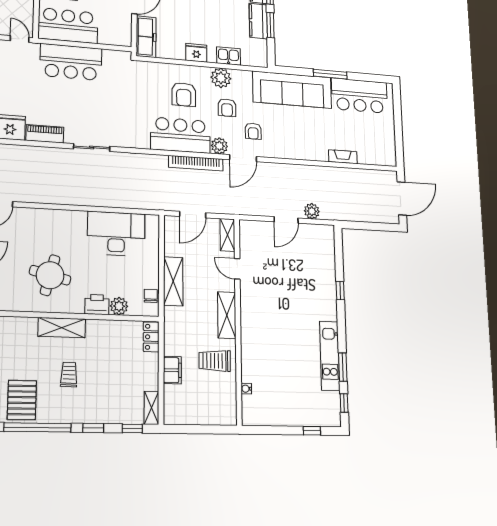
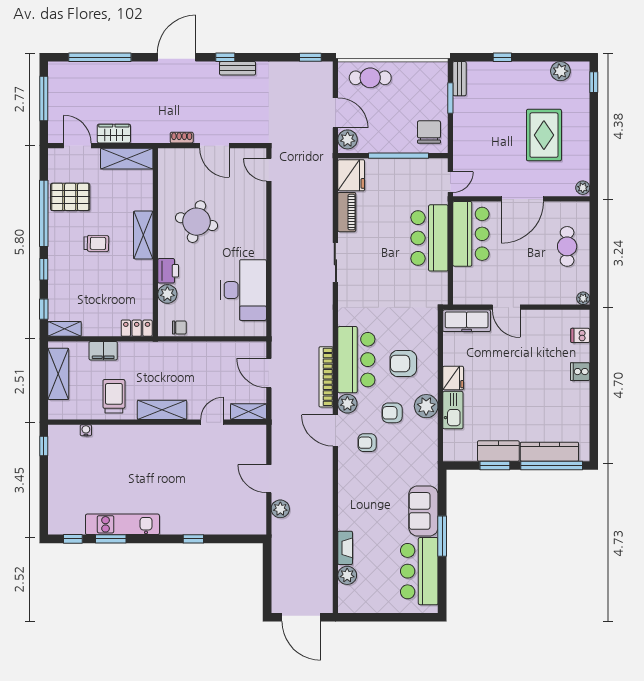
kitchen sink: (228, 56) -> (453, 410), width x1.38
sofa: (292, 90) -> (423, 511), width x0.54, depth x0.79
plant: (366, 157) -> (347, 575), added
shelving: (173, 281) -> (58, 374), moved, turned 90
window: (312, 431) -> (44, 446), moved

